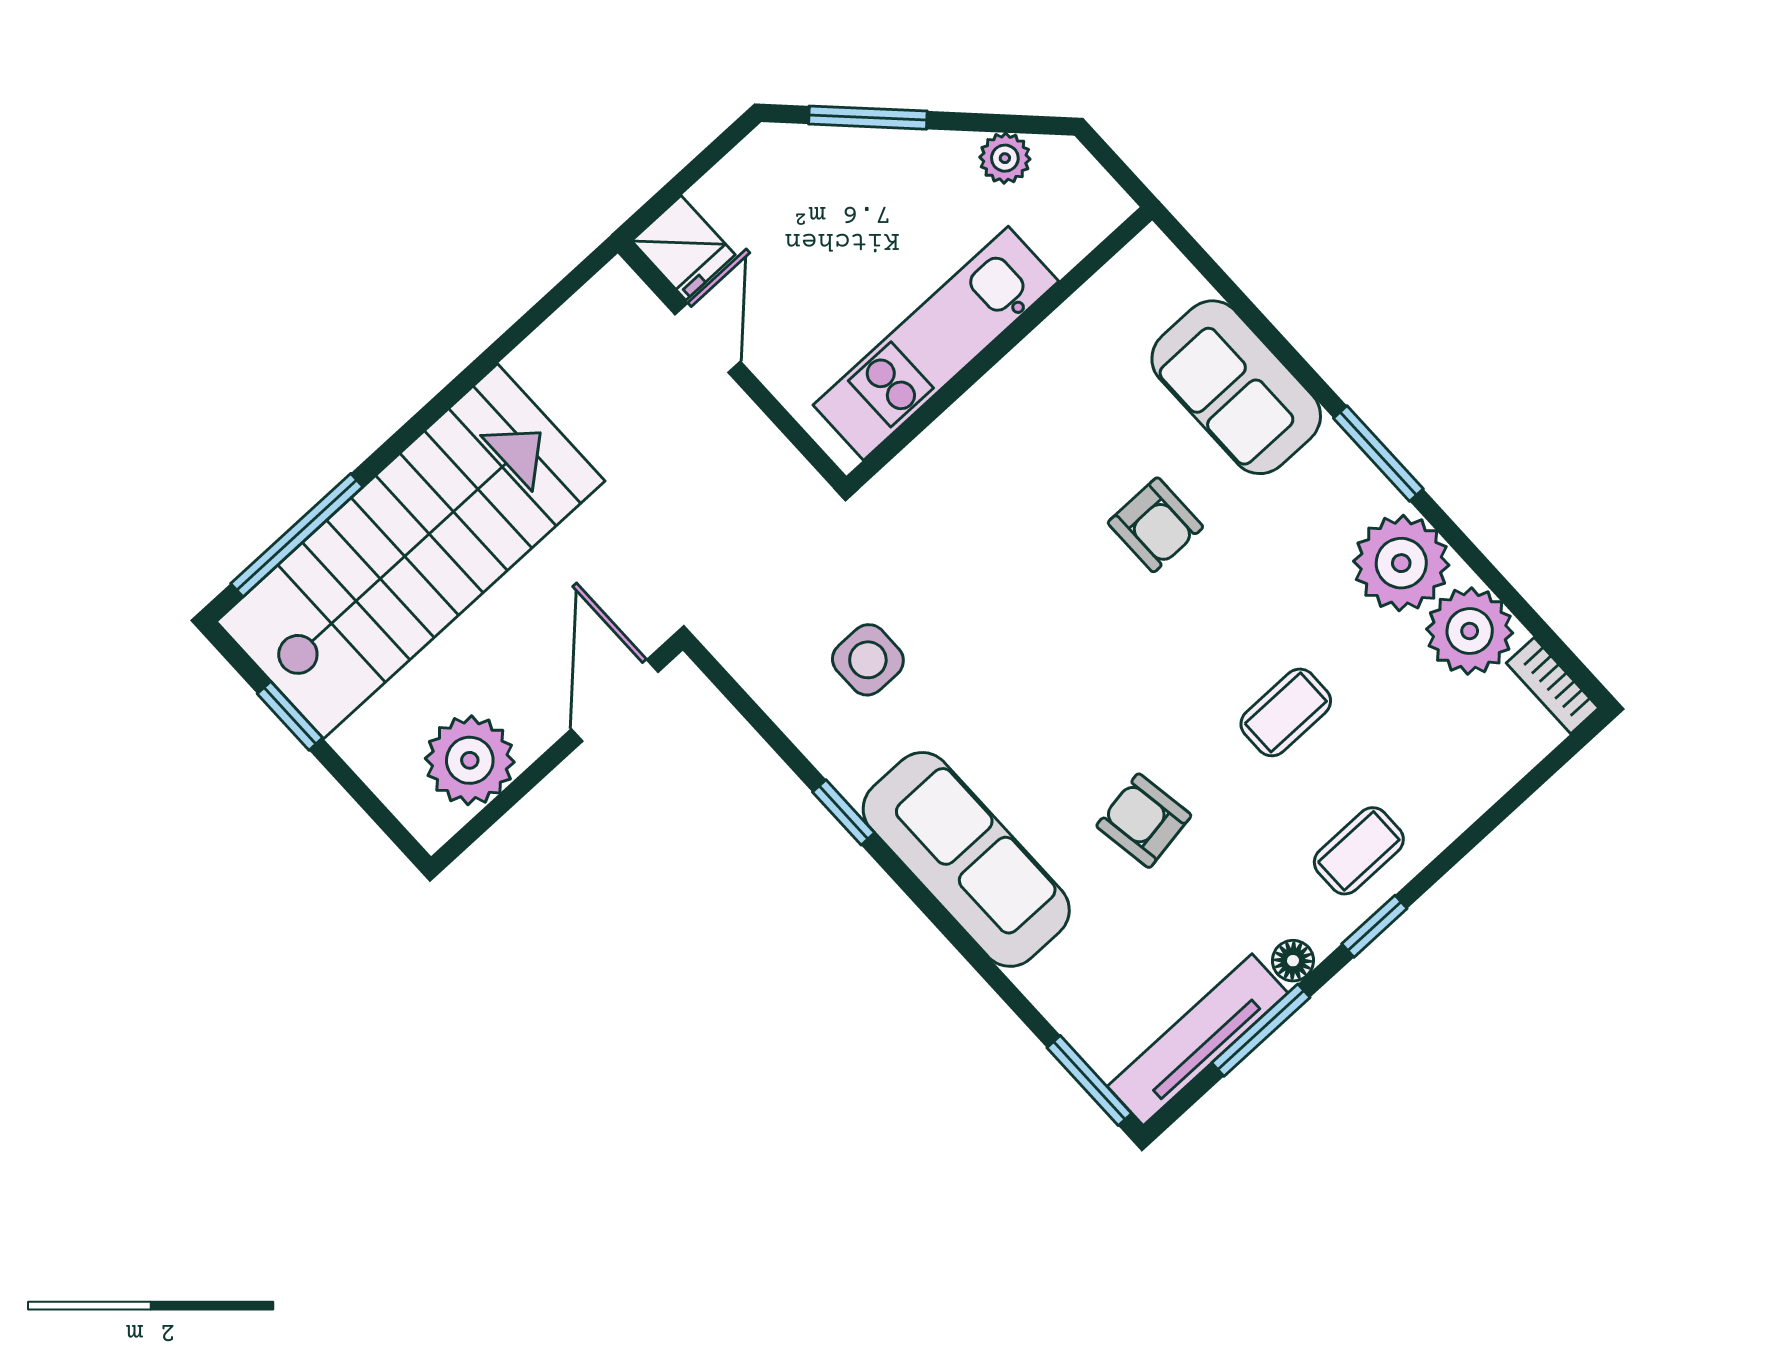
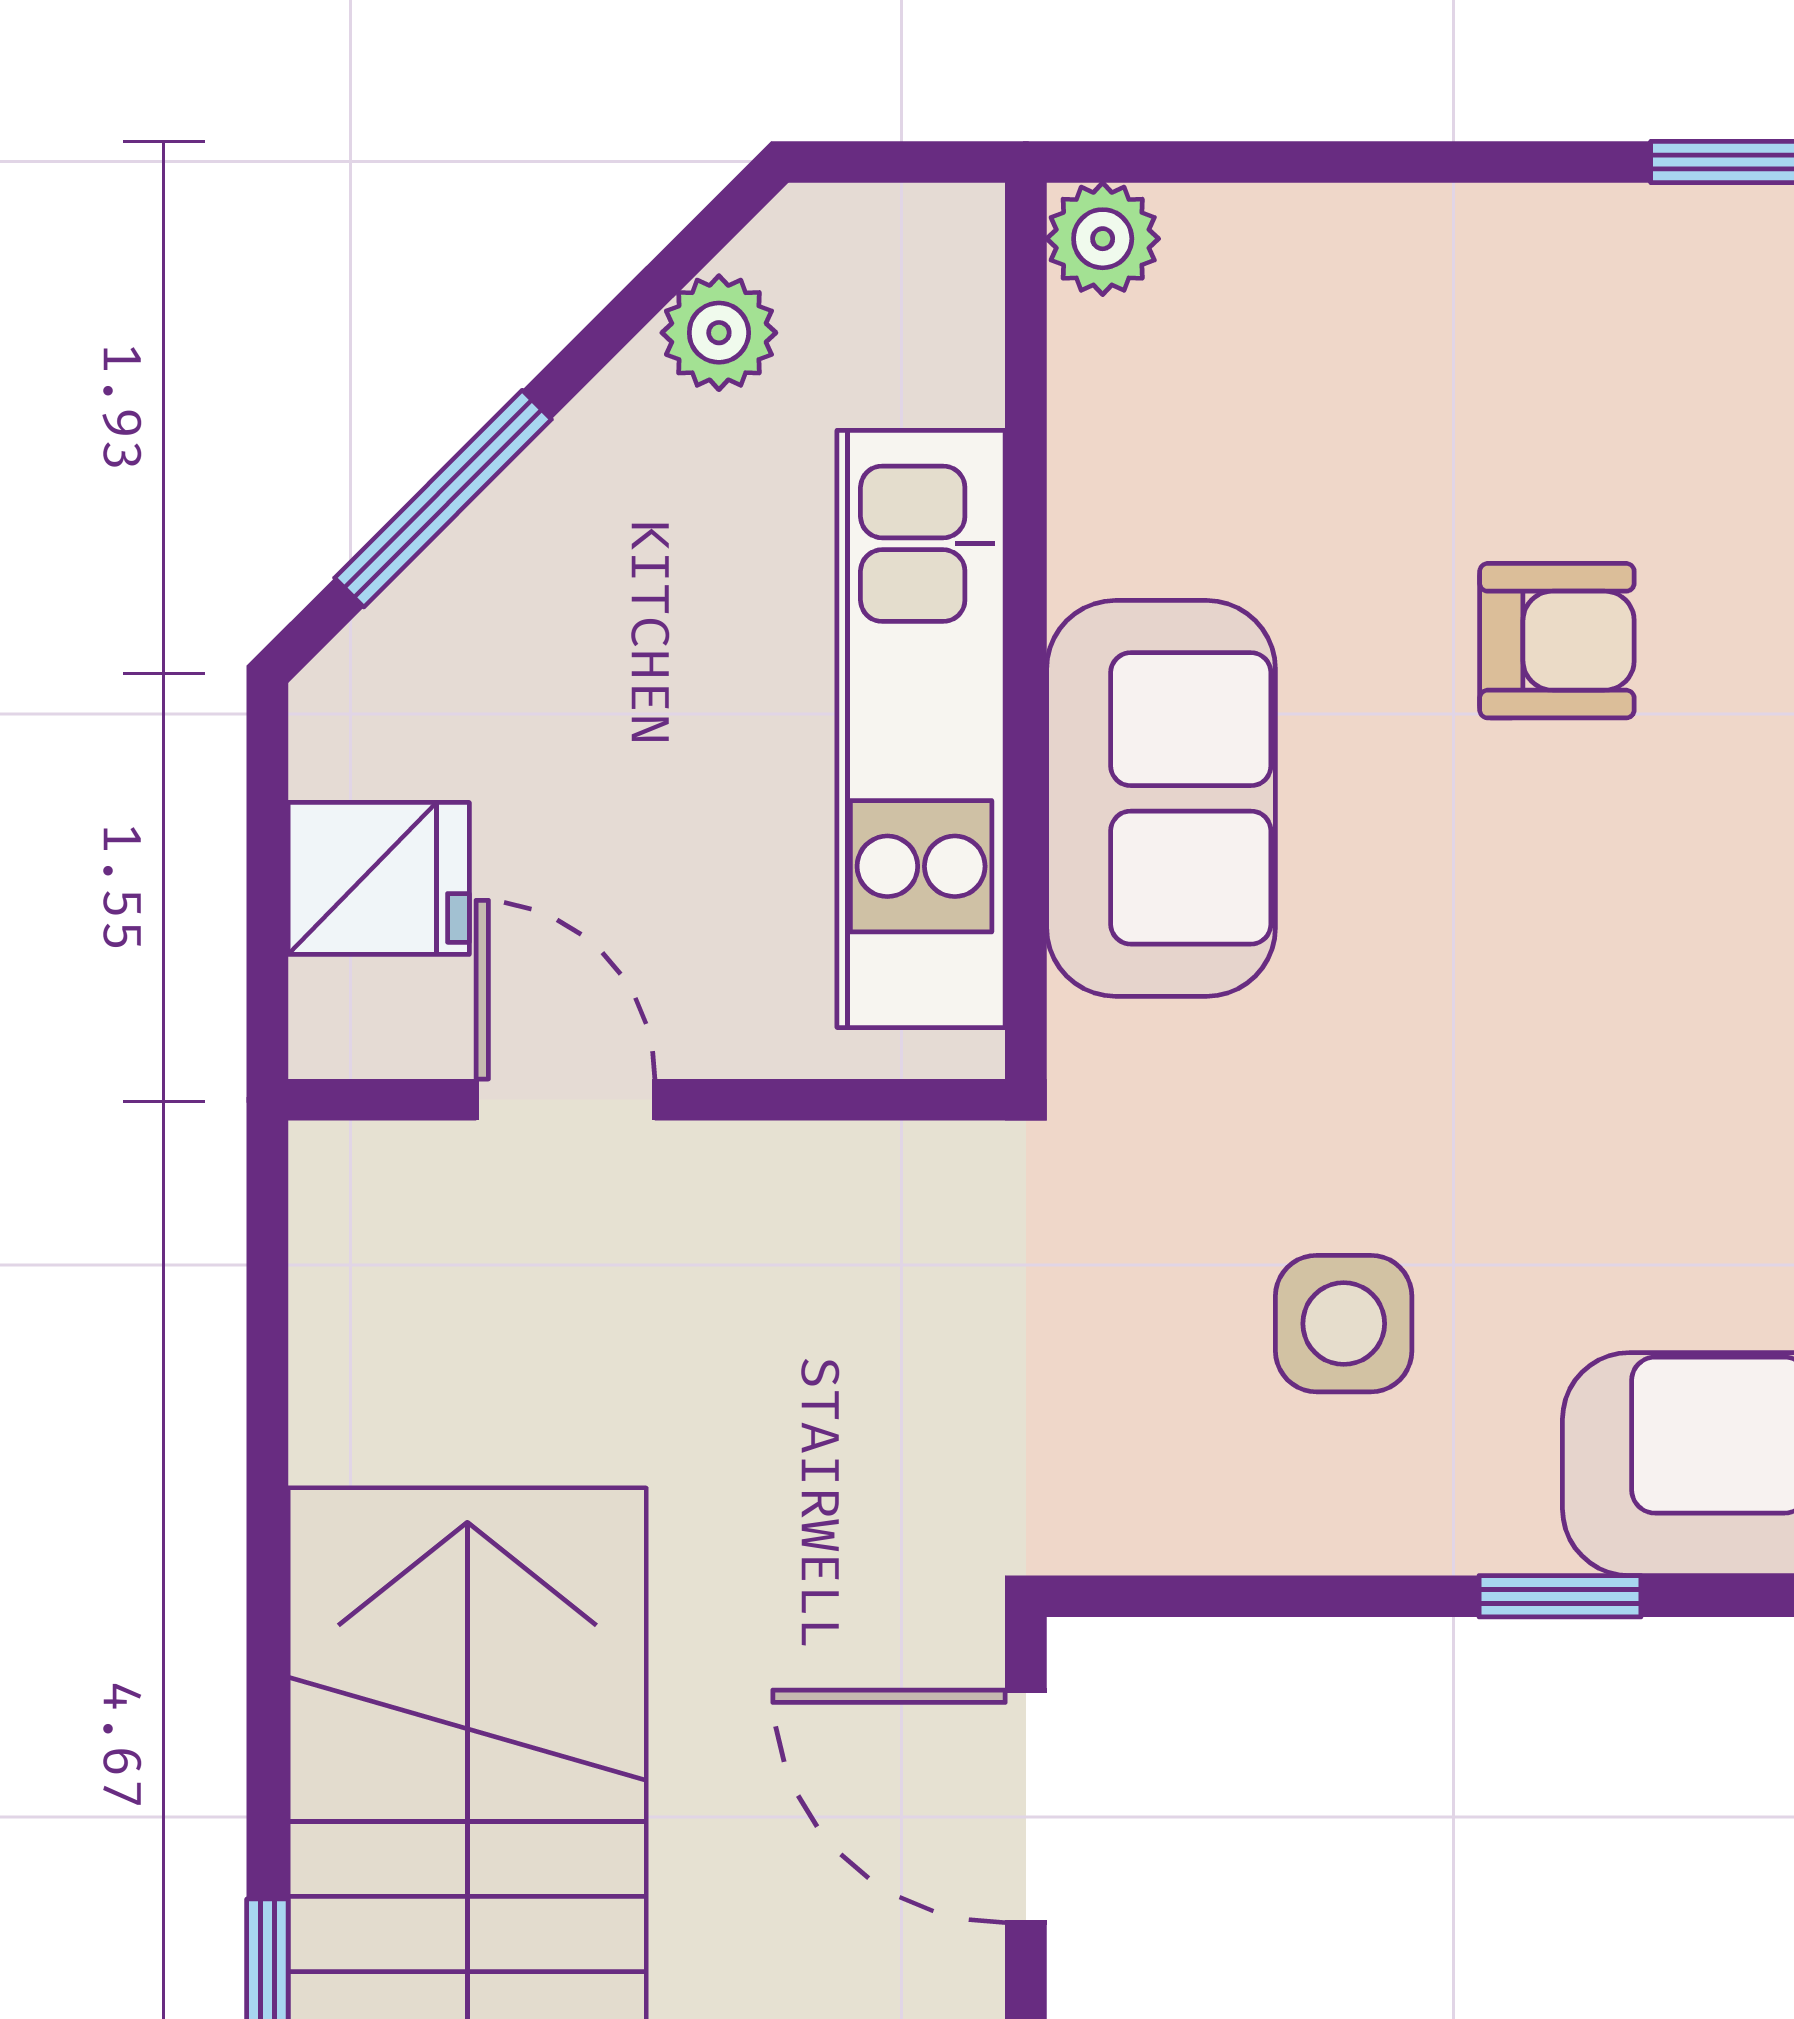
fridge: (683, 248) -> (379, 878), moved
plant: (1151, 256) -> (1103, 239), added
sofa: (1236, 387) -> (1161, 798), moved, turned -90

